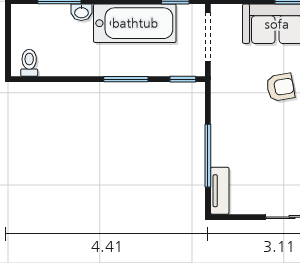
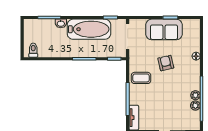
armchair: (280, 87) -> (166, 63), turned -93
coffee table: (233, 116) -> (141, 78), added

